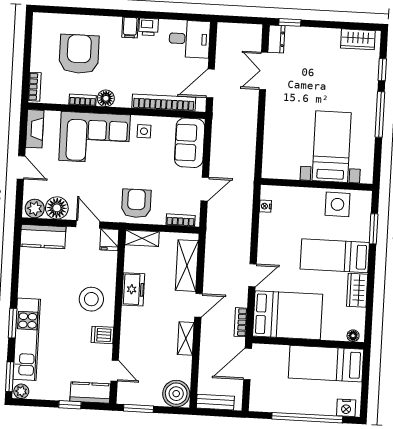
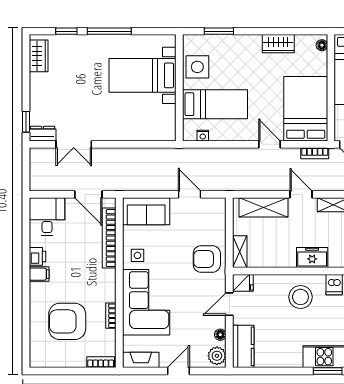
floor lamp: (106, 98) -> (108, 294), removed
floor lamp: (57, 208) -> (220, 335), width x0.53, depth x0.53
bookcase: (181, 220) -> (221, 216), removed
bed: (335, 256) -> (215, 104), moved, turned -90
freezer: (133, 289) -> (312, 258), moved

